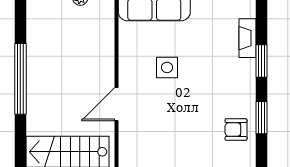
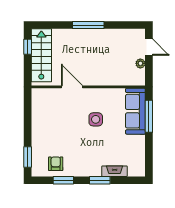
window: (20, 79) -> (88, 25), width x0.68

